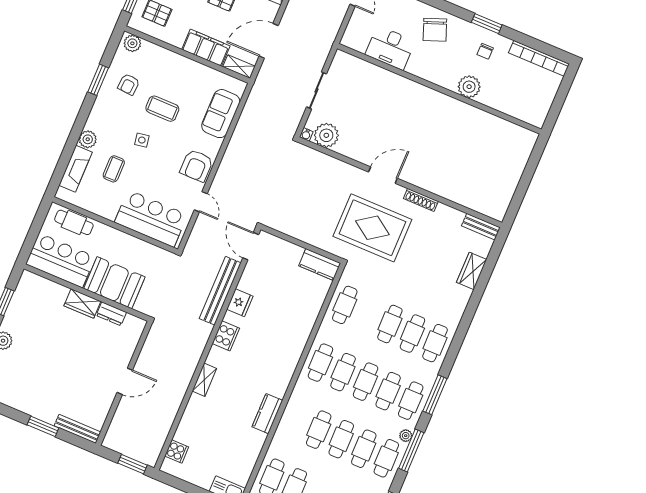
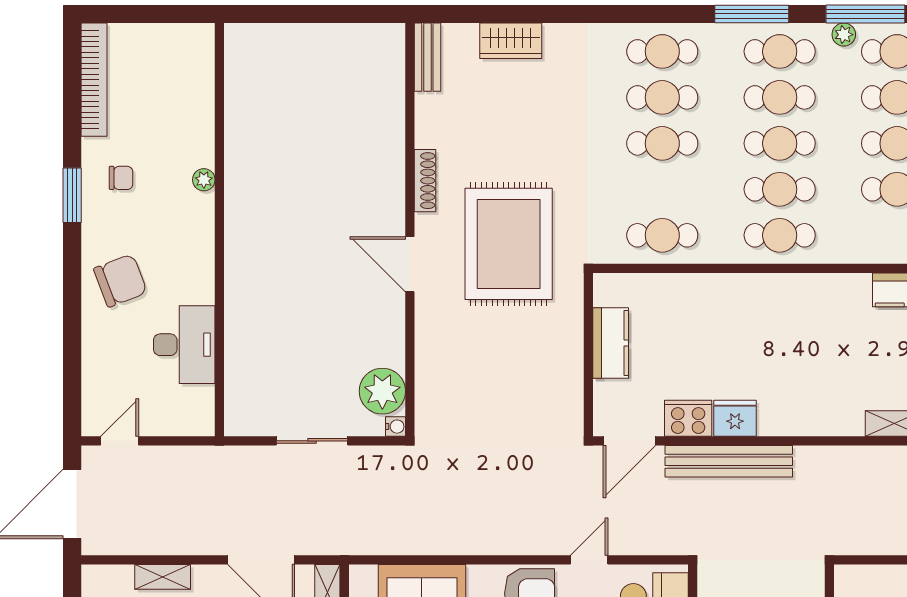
plant: (469, 87) -> (204, 180), width x0.53, depth x0.53
kitchen counter: (320, 264) -> (611, 343), moved
cooker: (226, 336) -> (688, 418), moved

